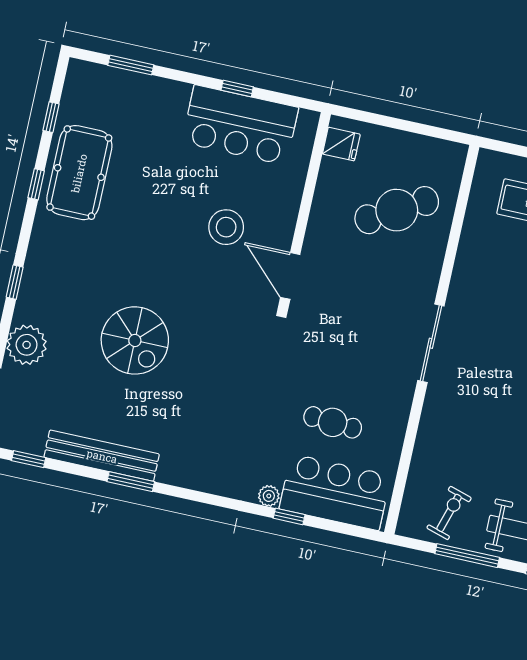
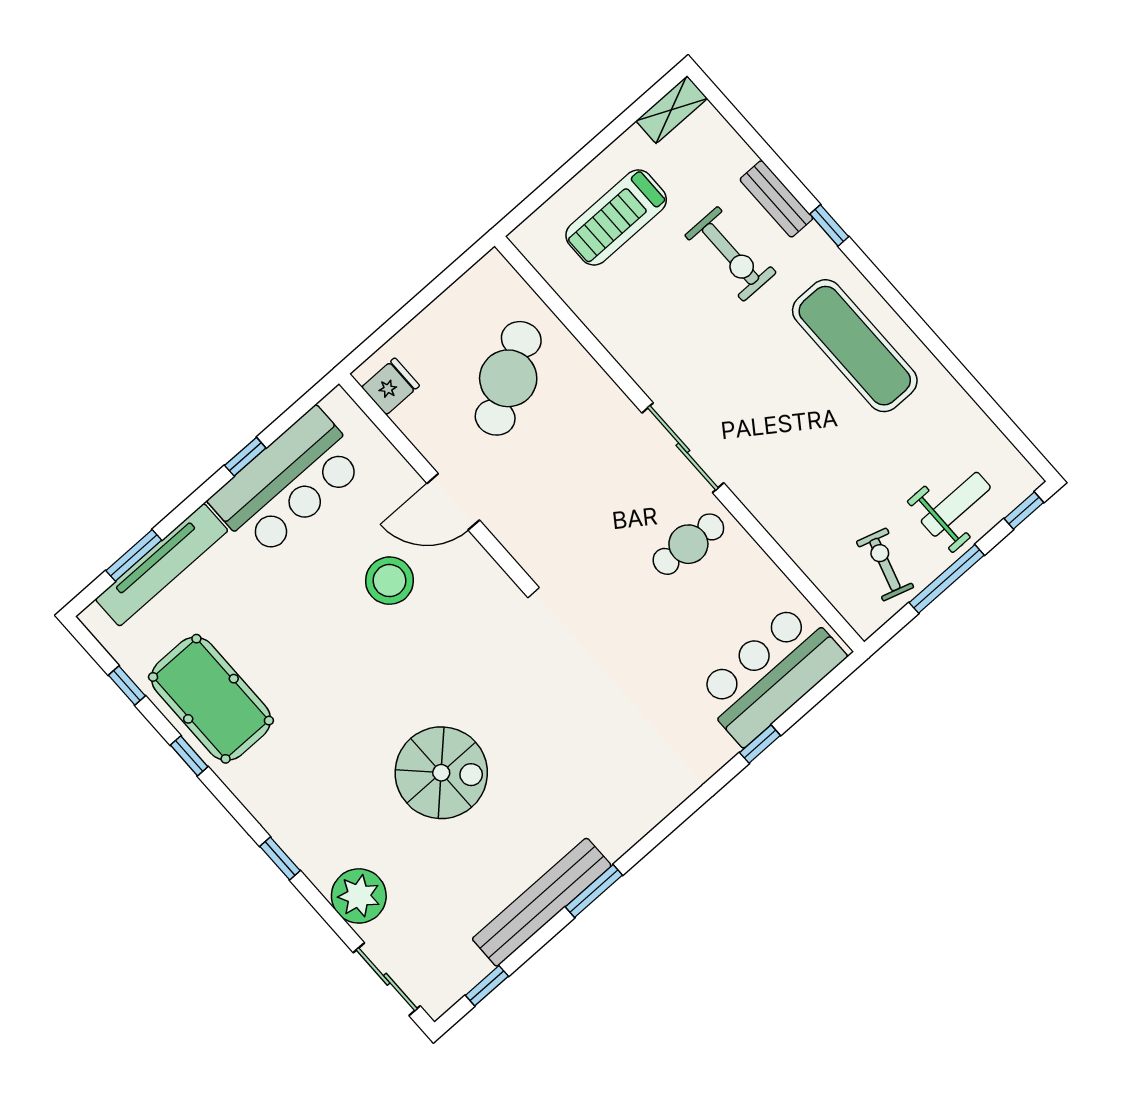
tv unit: (137, 86) -> (162, 565), added
door: (290, 276) -> (453, 502), moved
cafe table: (333, 422) -> (688, 544), moved
plant: (269, 496) -> (721, 750), removed

